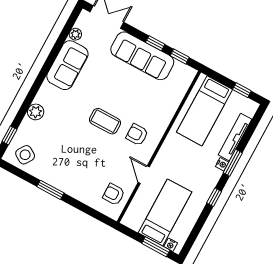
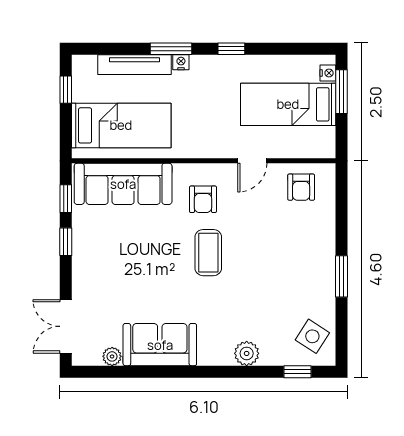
sofa: (142, 56) -> (123, 184), moved, turned 90

